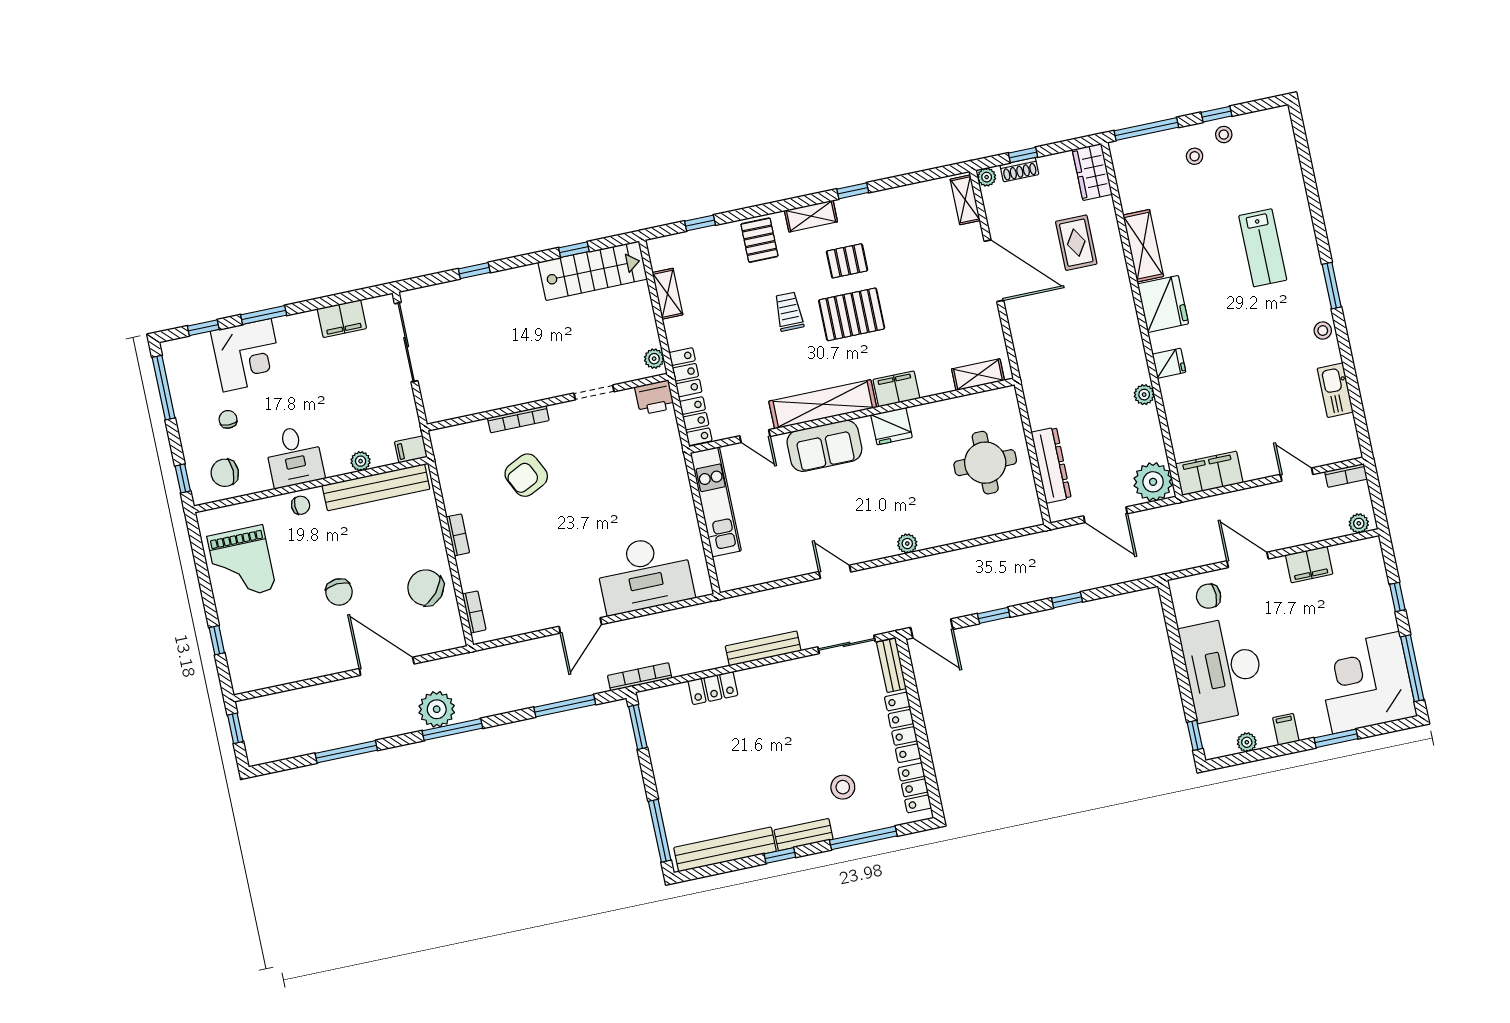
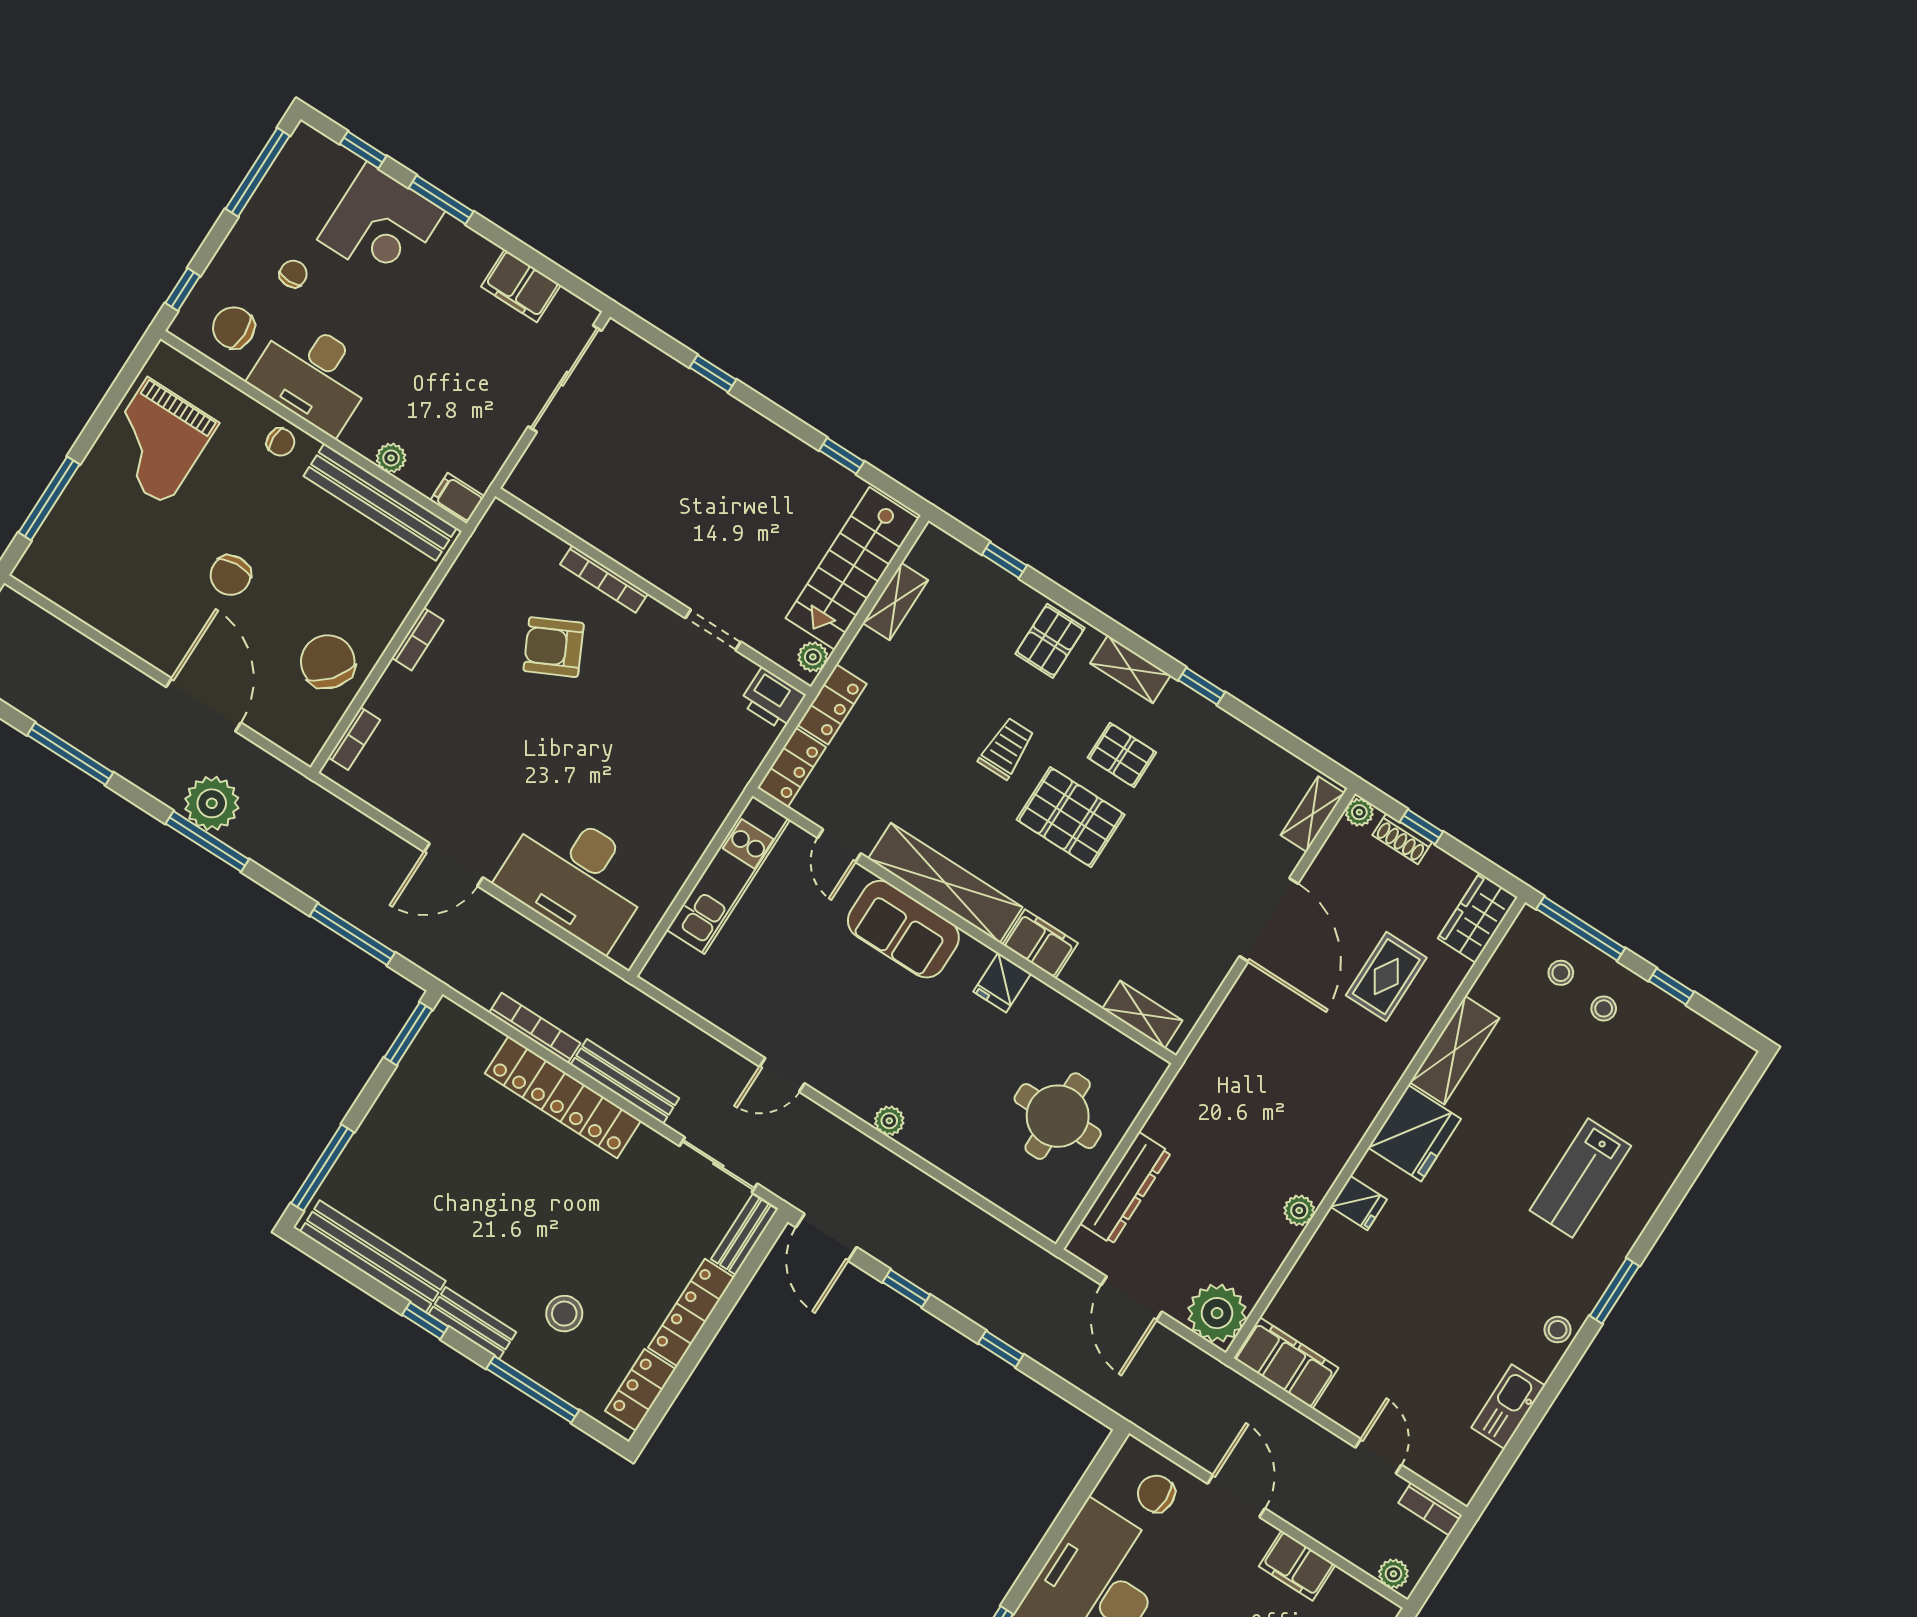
stool: (1224, 135) -> (1561, 973), moved
stairs: (593, 271) -> (852, 568), moved, turned 90
fridge: (891, 426) -> (1002, 983), width x0.72
desk: (294, 456) -> (313, 375), width x1.37
door: (835, 572) -> (782, 1075), swing flipped
window: (217, 640) -> (49, 498), width x2.17
bookcase: (640, 677) -> (535, 1028), moved
locker: (713, 688) -> (563, 1097), width x2.16, depth x1.21

